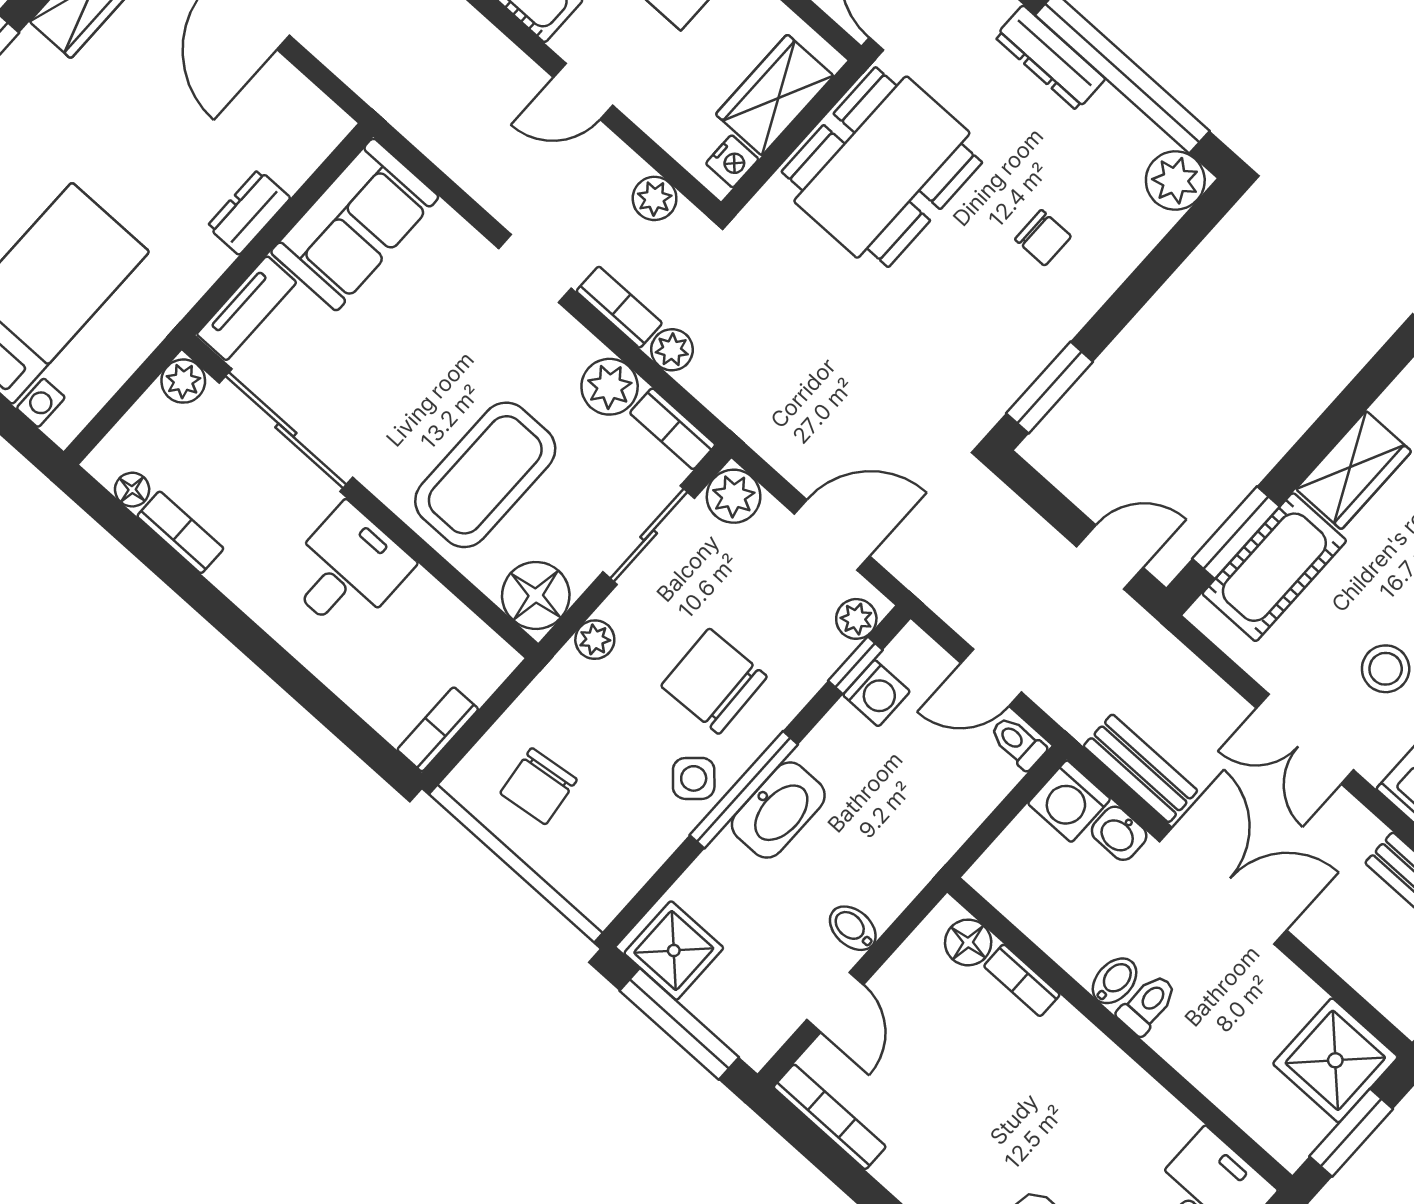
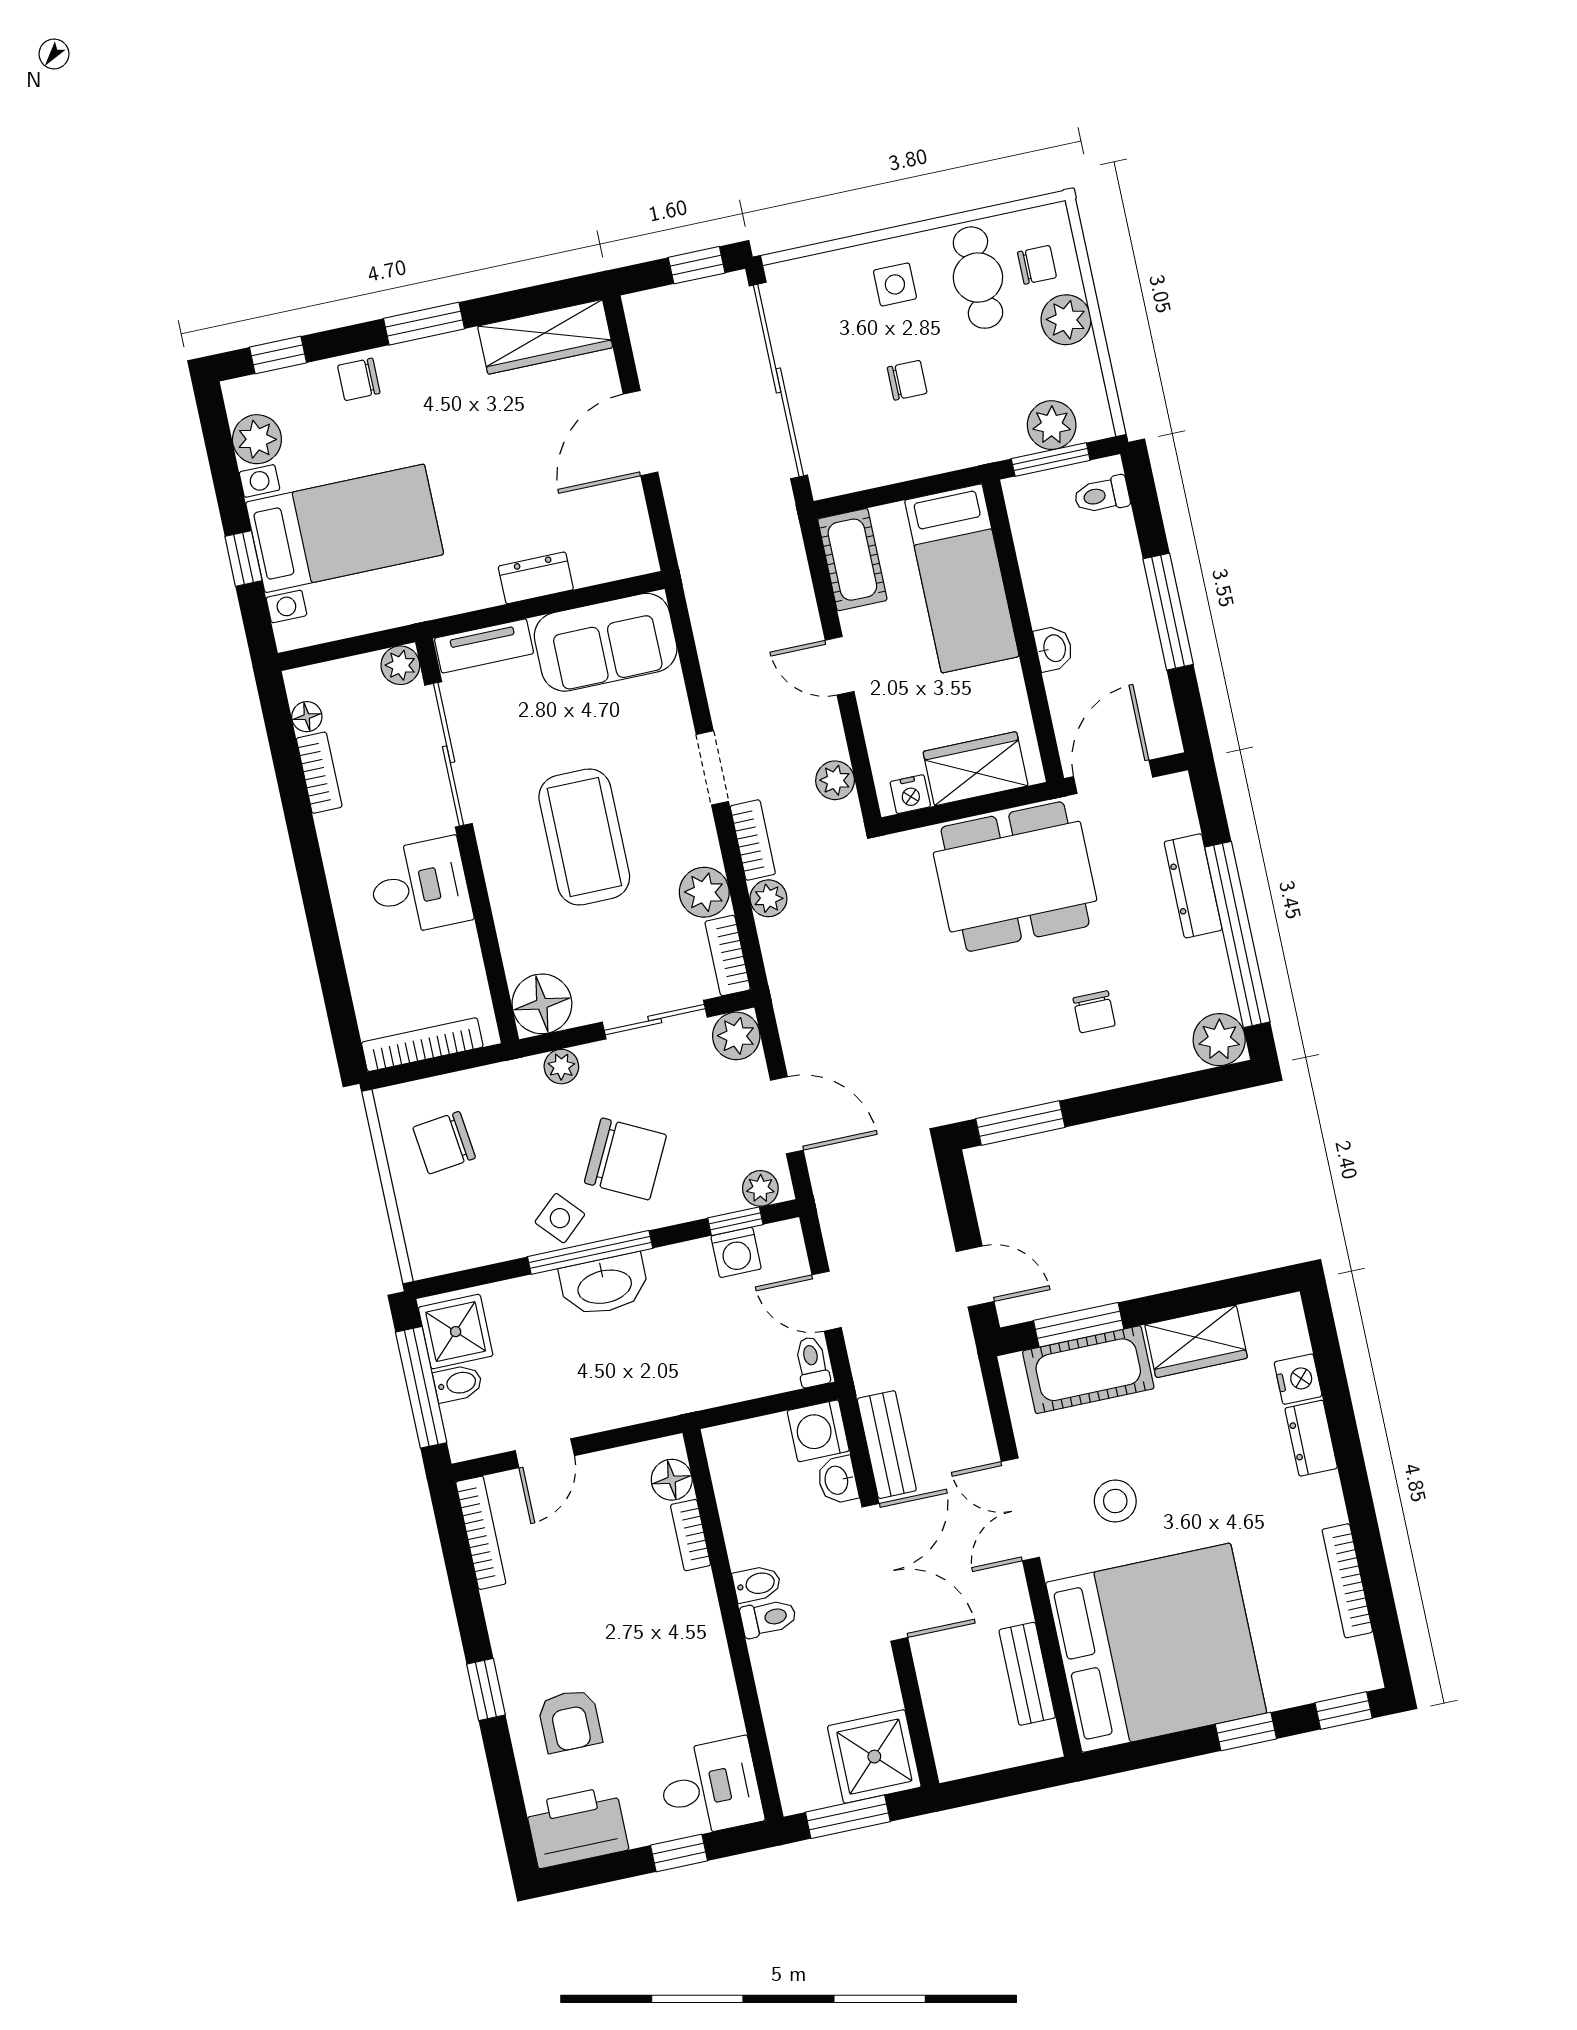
coffee table: (485, 475) -> (584, 837), moved, turned 90
chair: (714, 681) -> (625, 1159), turned 119
bookcase: (438, 729) -> (422, 1045), width x1.56
bidet: (853, 928) -> (458, 1383), moved, turned 90

